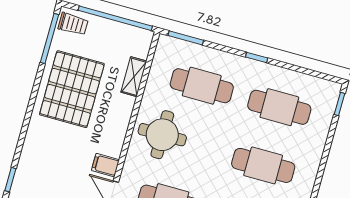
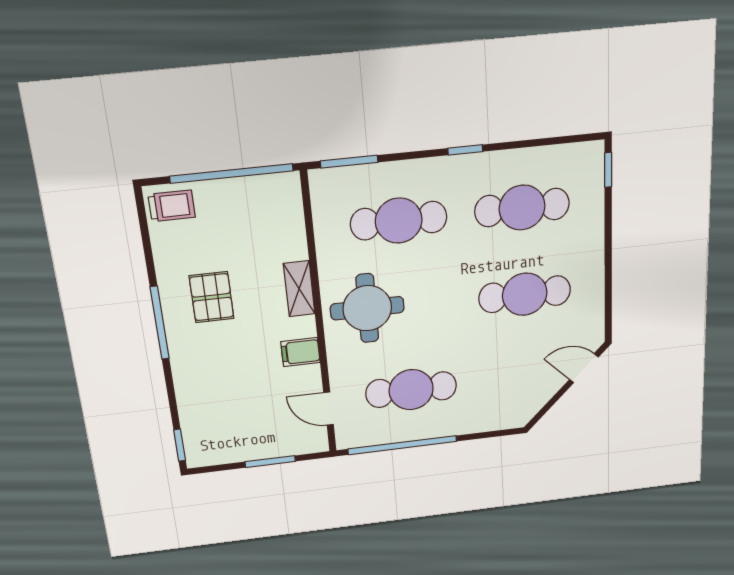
window: (49, 38) -> (160, 323), moved
shelving: (134, 77) -> (299, 289), moved
pallet: (72, 89) -> (212, 297), width x0.49, depth x0.50
filing cabinet: (105, 165) -> (300, 352), moved

